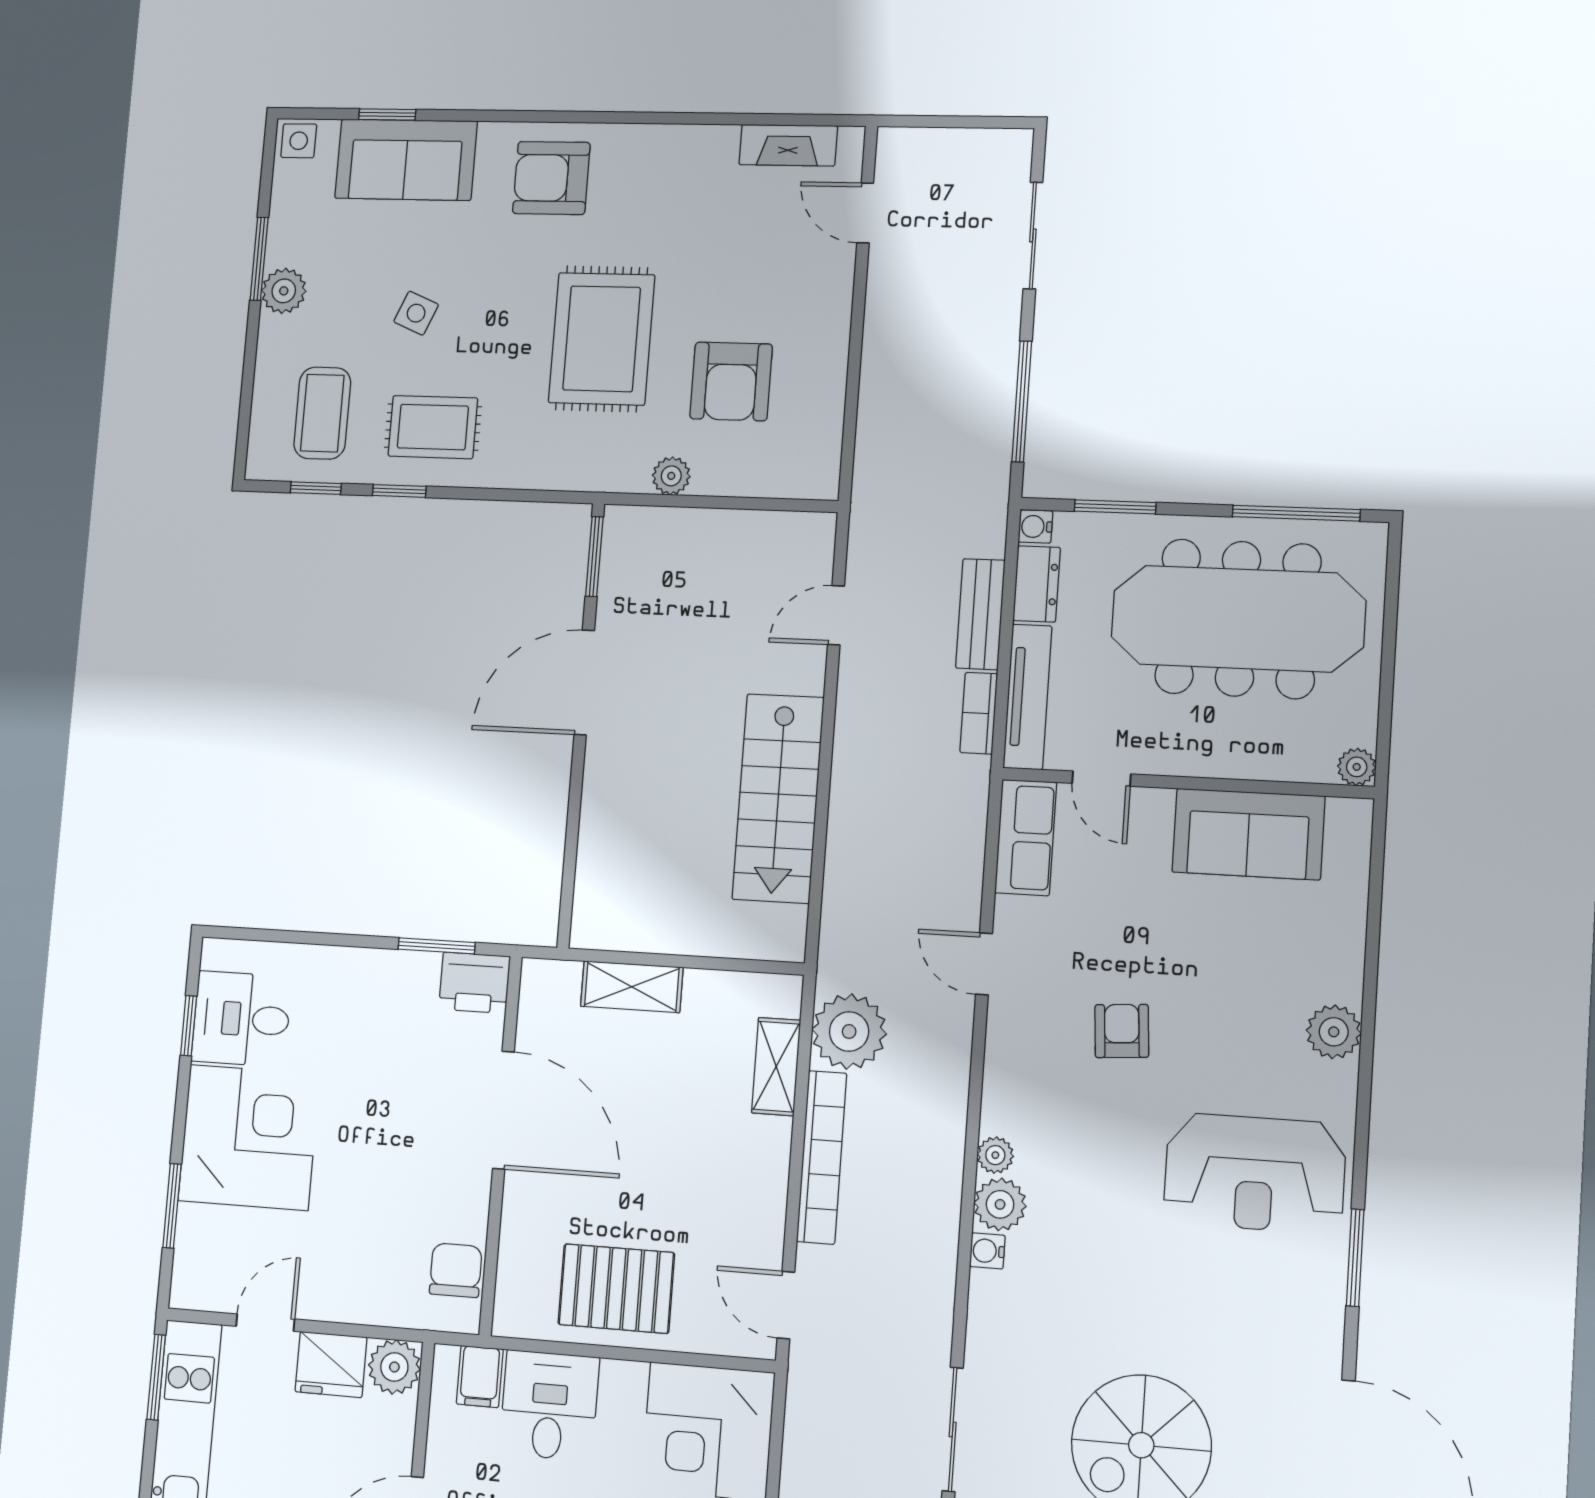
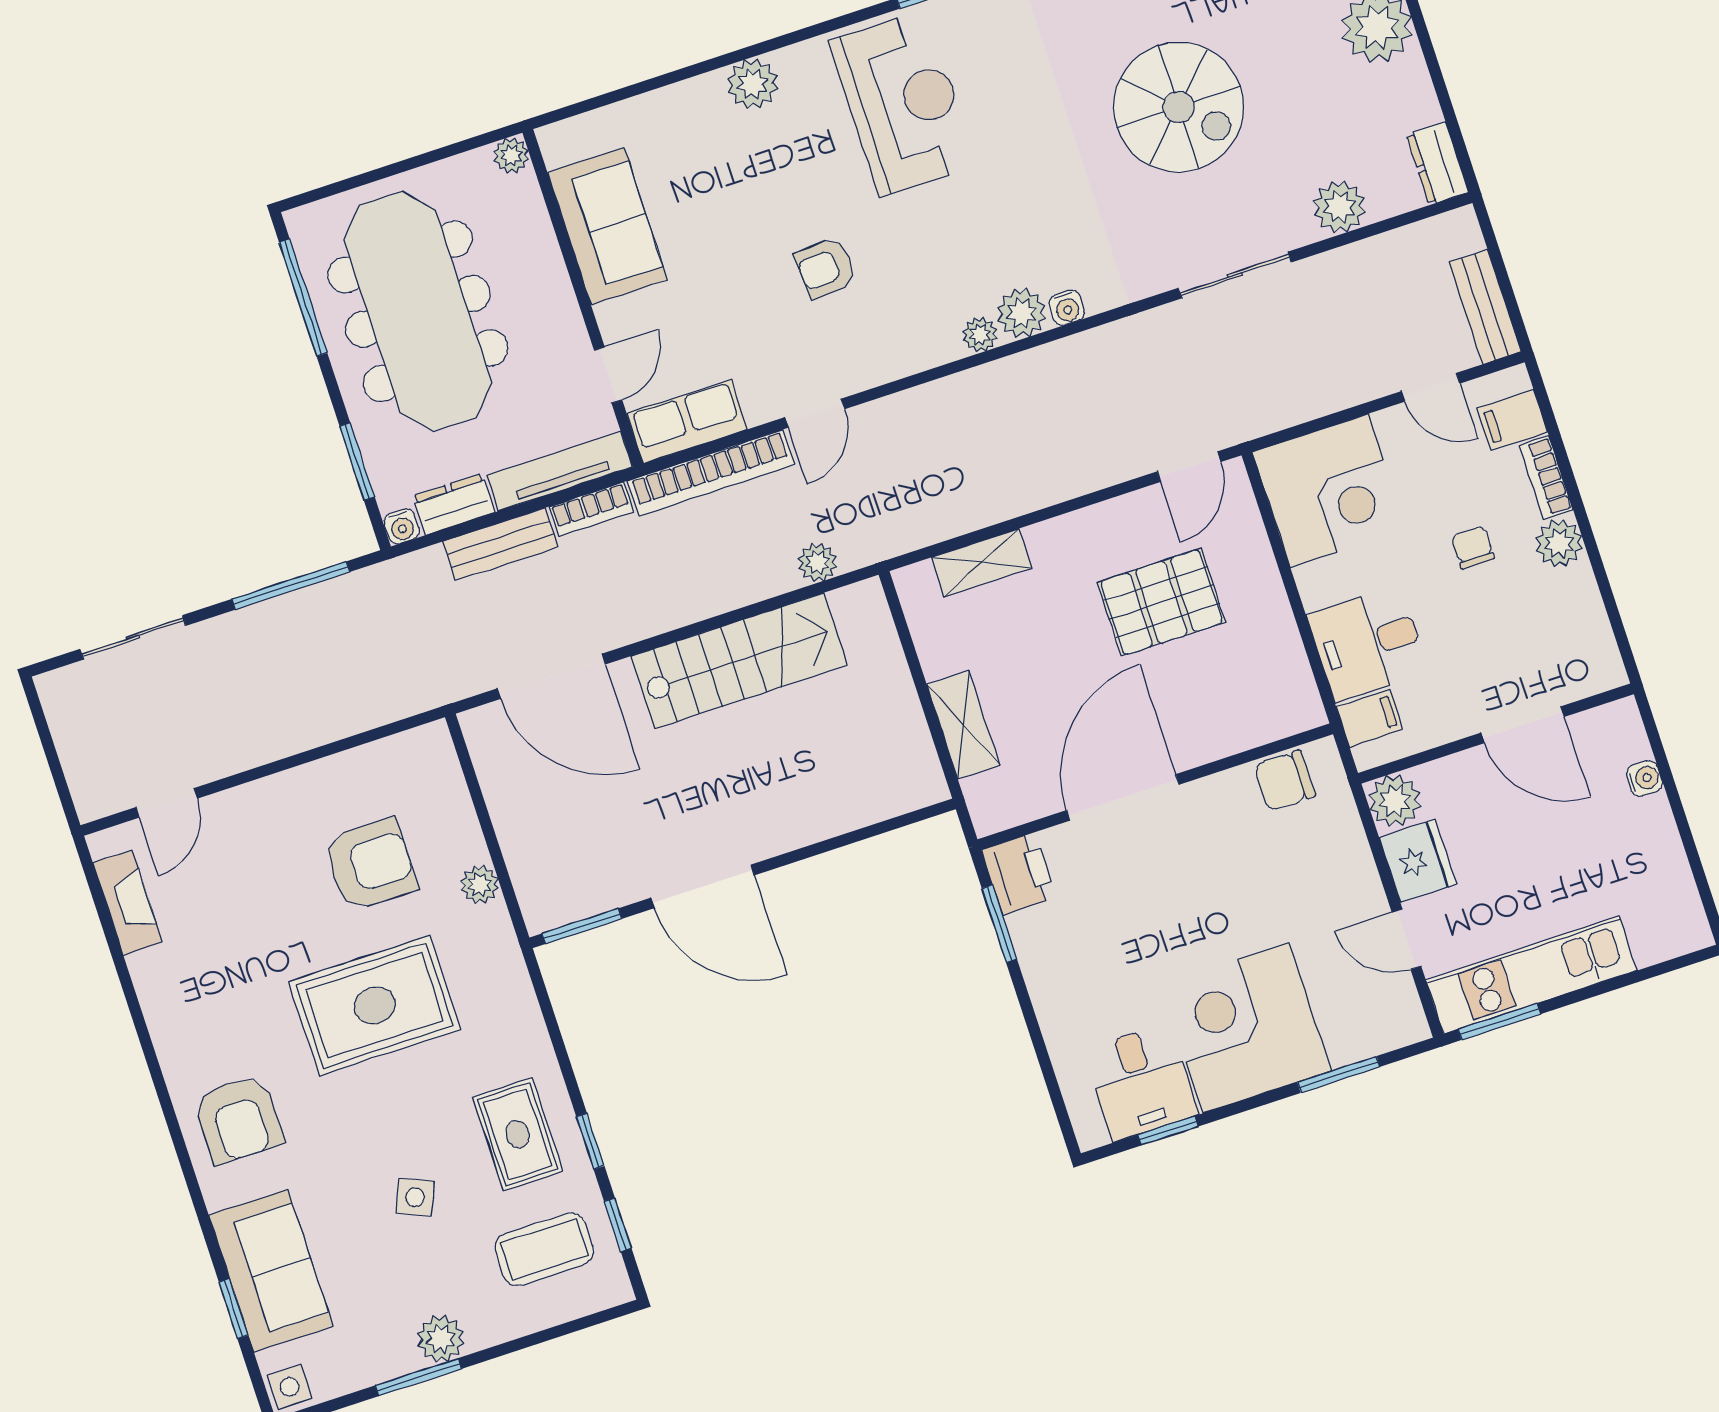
door: (836, 615) -> (551, 676), width x1.87
plant: (849, 1032) -> (818, 562), moved, width x0.53, depth x0.53
bookcase: (822, 1157) -> (711, 473), moved, turned 180
pallet: (616, 1289) -> (1161, 602), moved, turned 90

